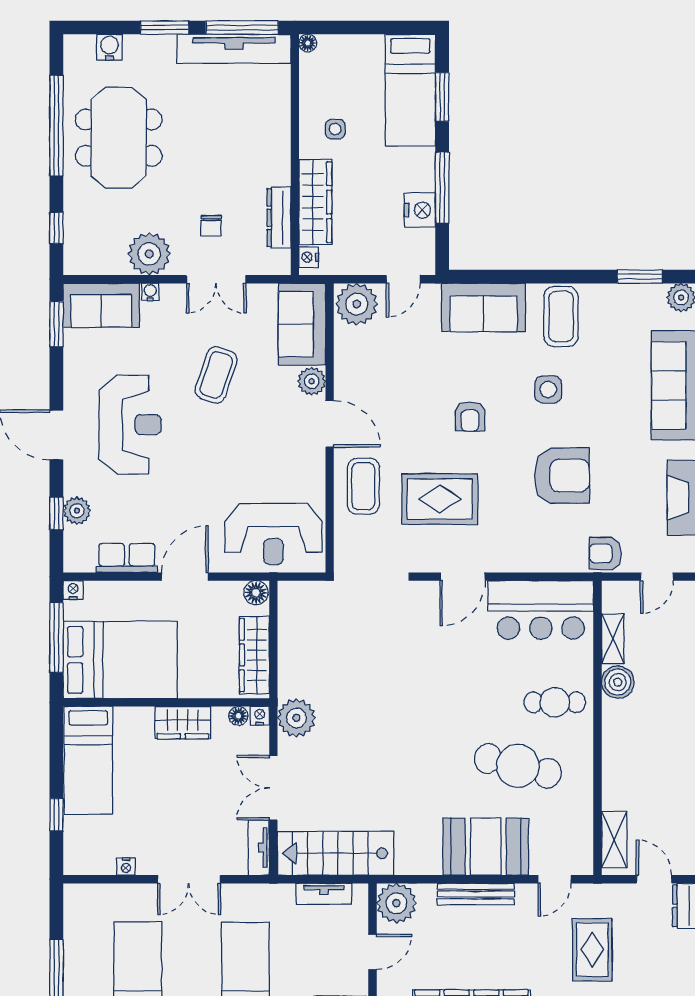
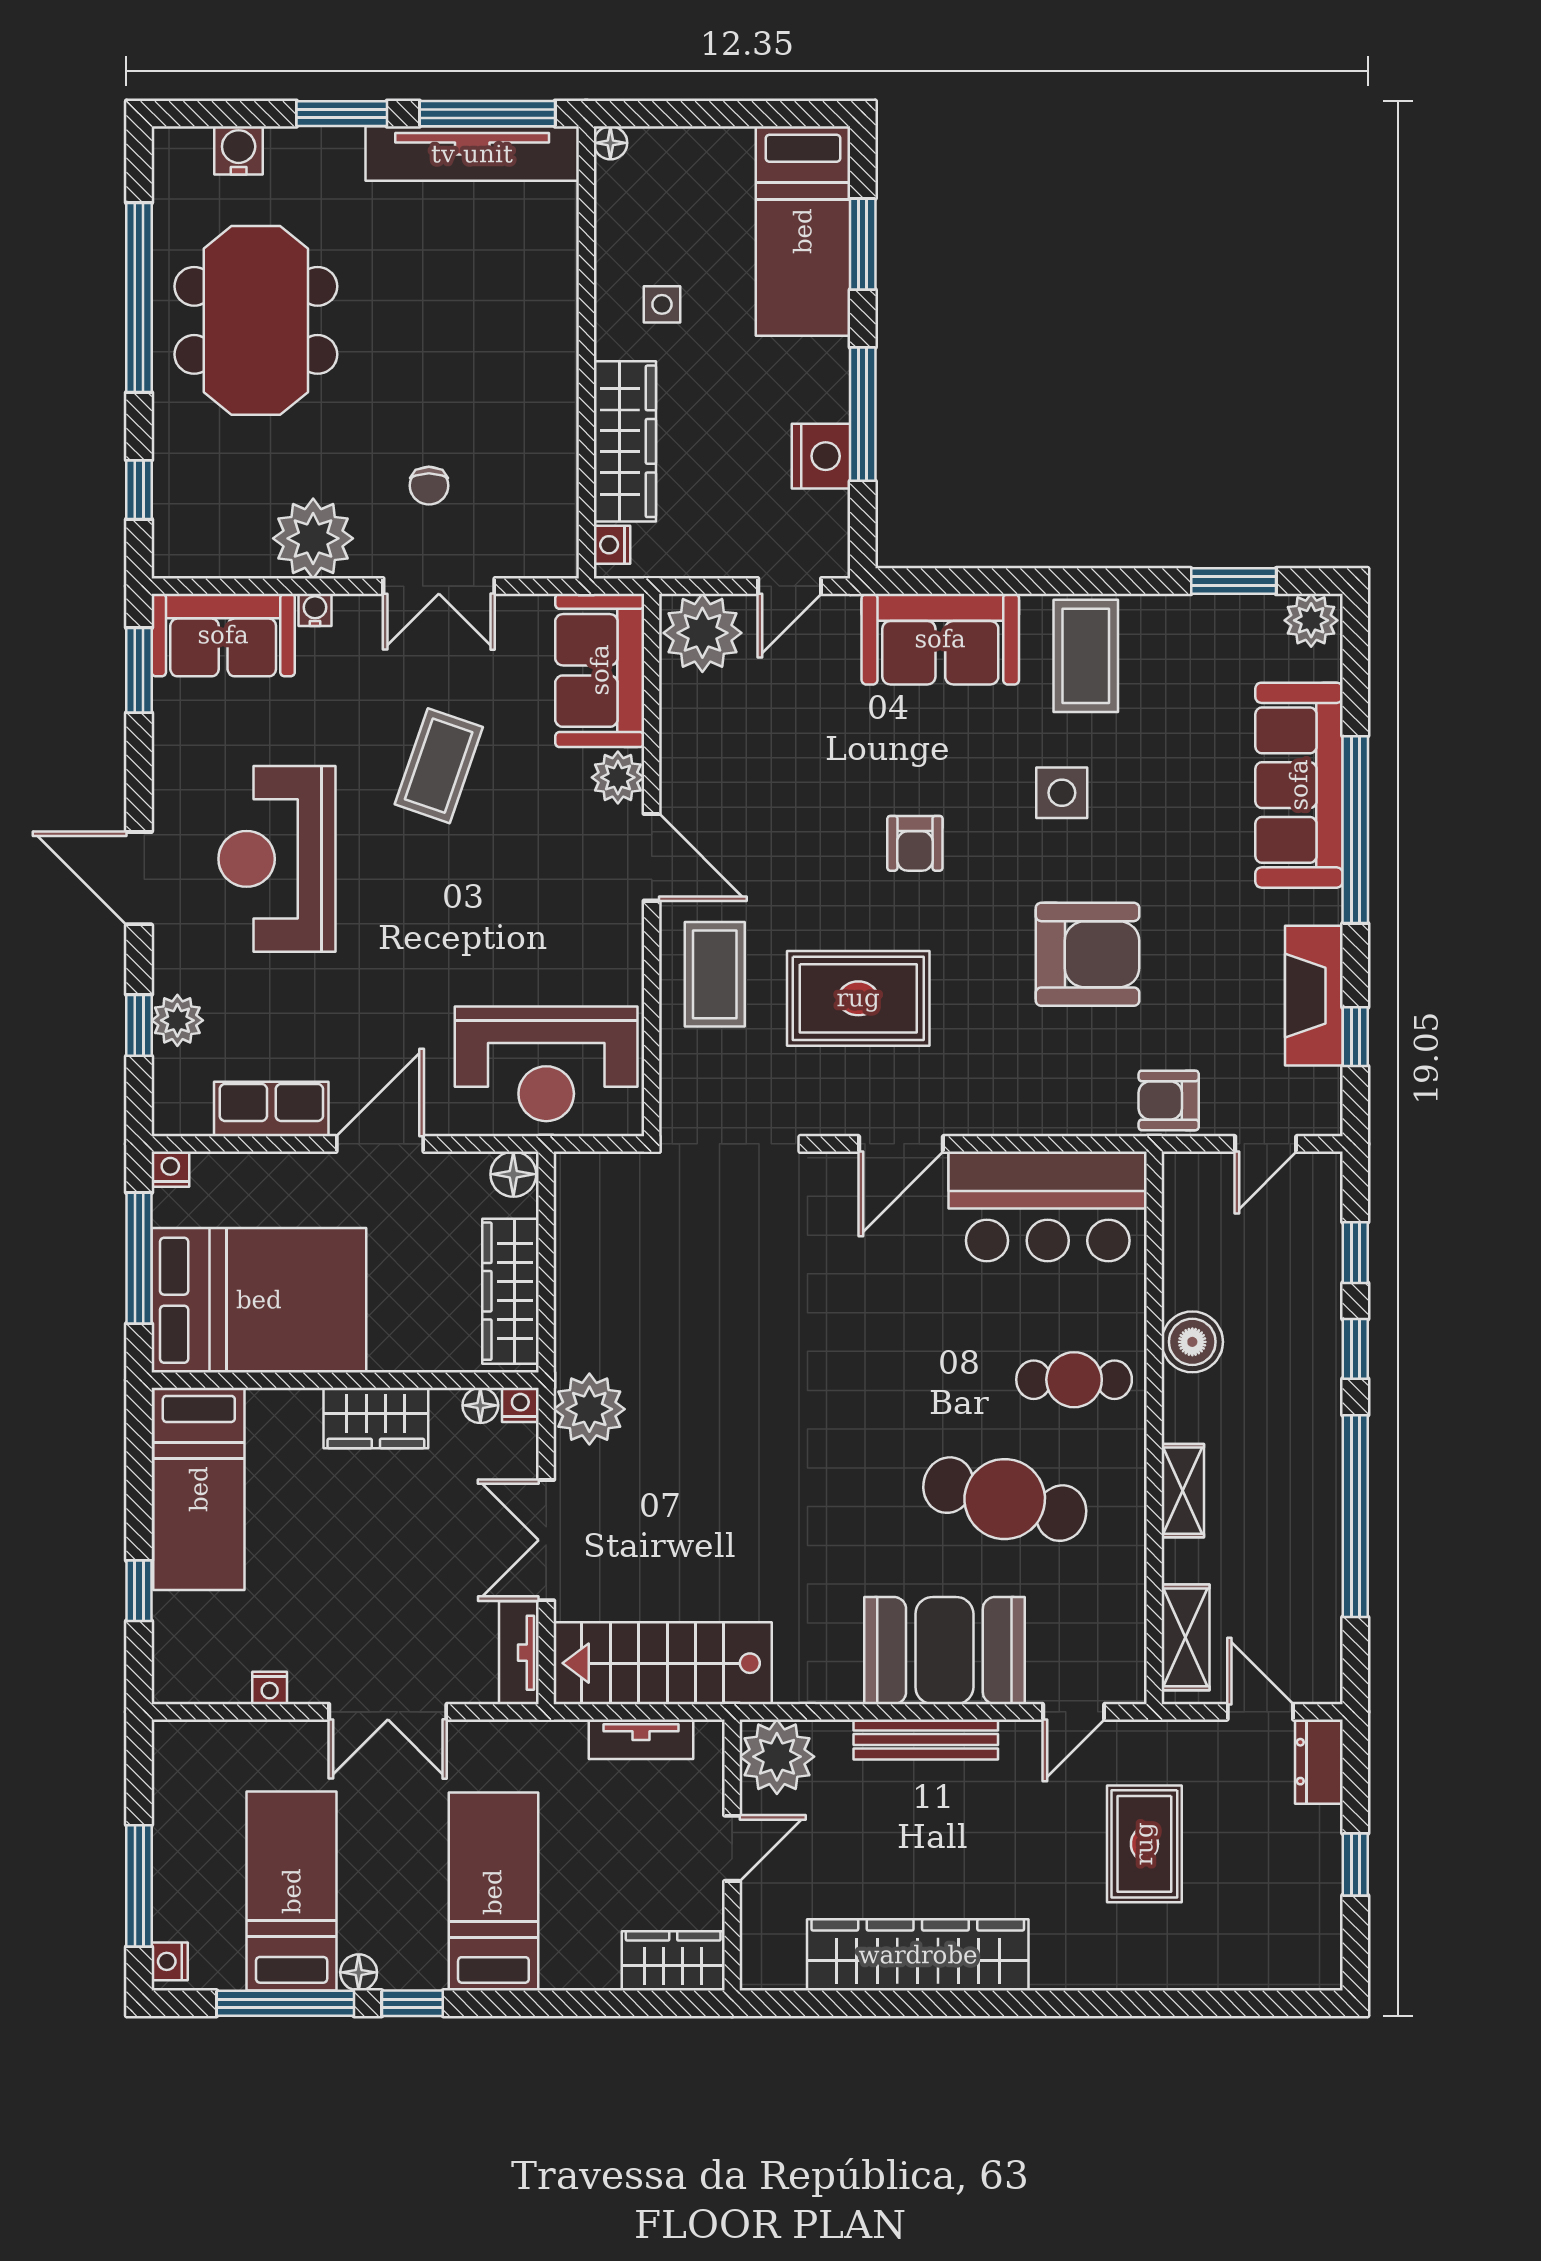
dresser: (279, 218) -> (556, 471), removed
reception desk: (130, 425) -> (277, 859), turned 180
shelving: (613, 639) -> (1183, 1491), moved

